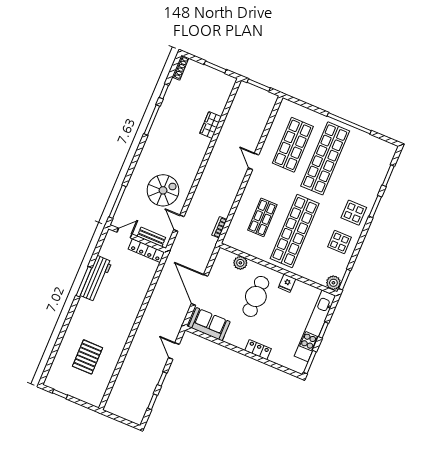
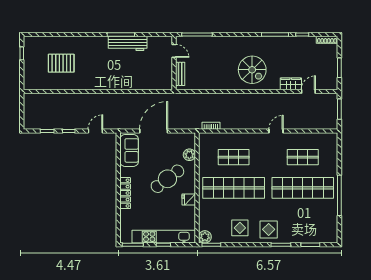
shop shelf: (293, 145) -> (303, 157), width x0.70, depth x0.74
spiral stairs: (163, 190) -> (252, 70), moved
door: (179, 223) -> (308, 92), moved
locker: (146, 251) -> (167, 75), removed
cafe table: (256, 296) -> (167, 179), turned -37
locker: (258, 350) -> (125, 193), width x1.53

